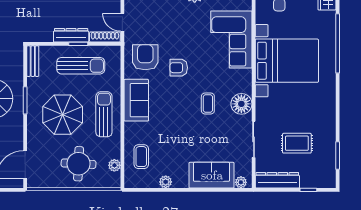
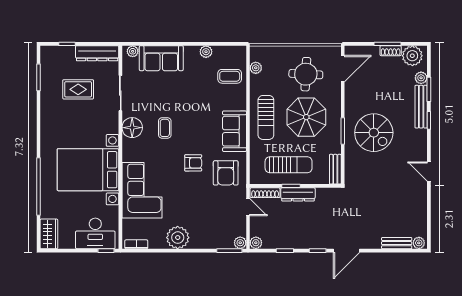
sun lounger: (81, 66) -> (289, 165), turned 180
coffee table: (141, 157) -> (230, 76), turned 90
round table: (79, 164) -> (306, 74), moved

